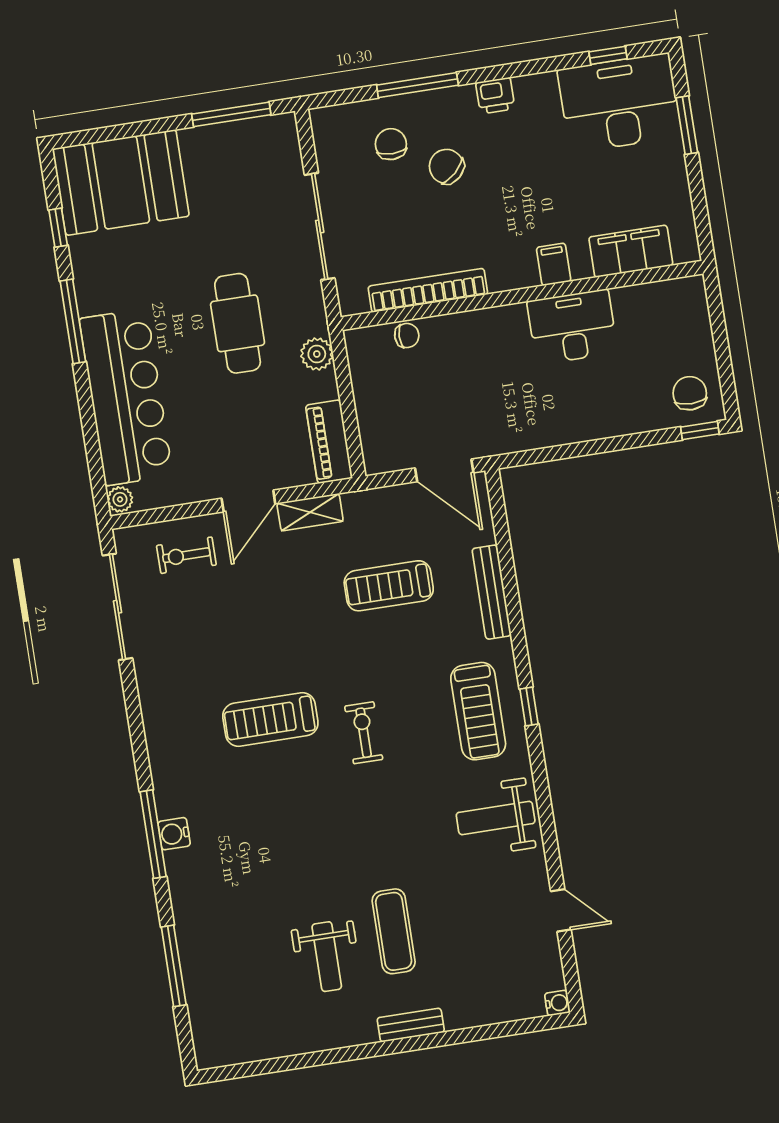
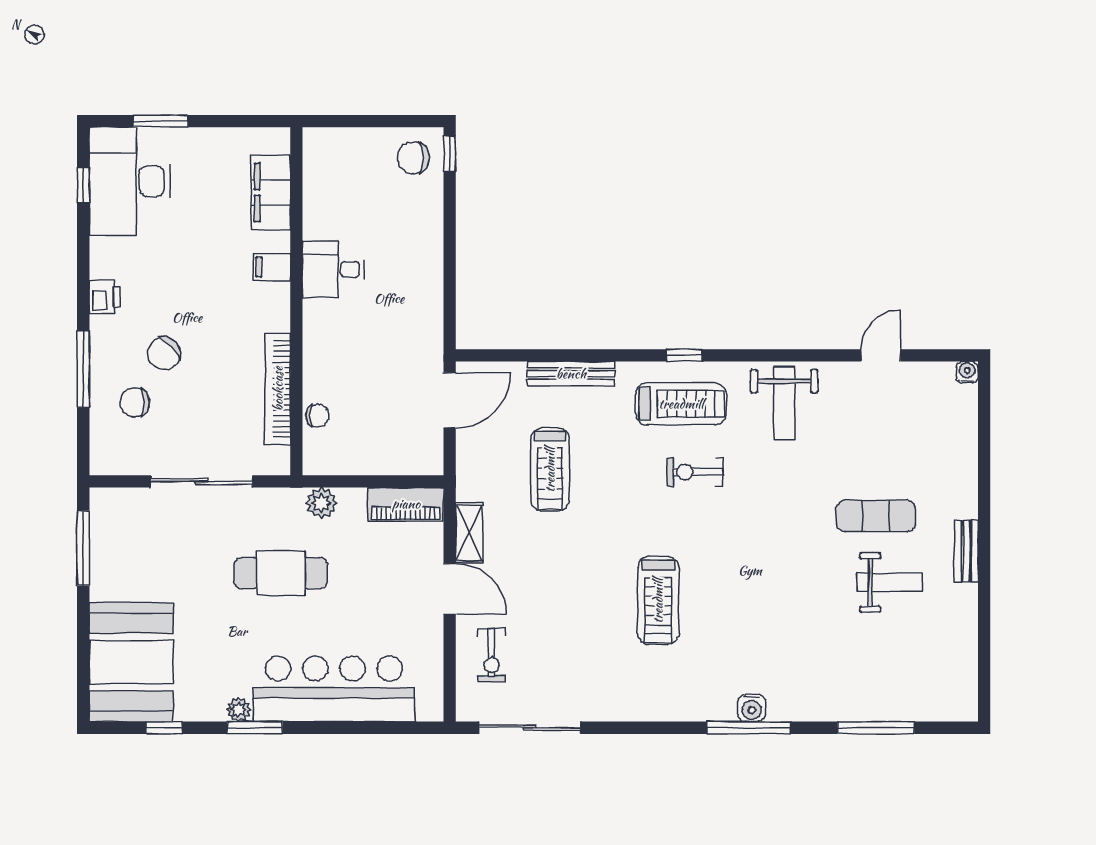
window: (73, 321) -> (255, 728), width x0.69
desk: (572, 327) -> (333, 269), width x0.73
chair: (407, 336) -> (317, 416), turned 90
plant: (120, 499) -> (238, 710), moved
exercise bike: (364, 733) -> (695, 472), moved
bench: (411, 1025) -> (966, 551), moved

